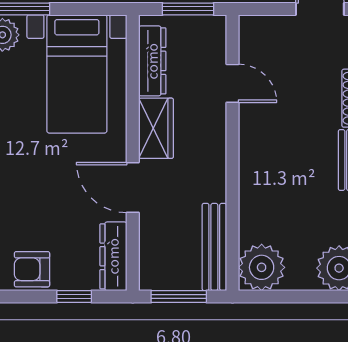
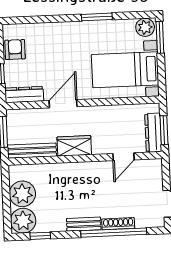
dresser: (152, 61) -> (153, 133), moved, turned 90
wardrobe: (156, 128) -> (74, 146), moved, turned 180
plant: (262, 267) -> (22, 194), moved

